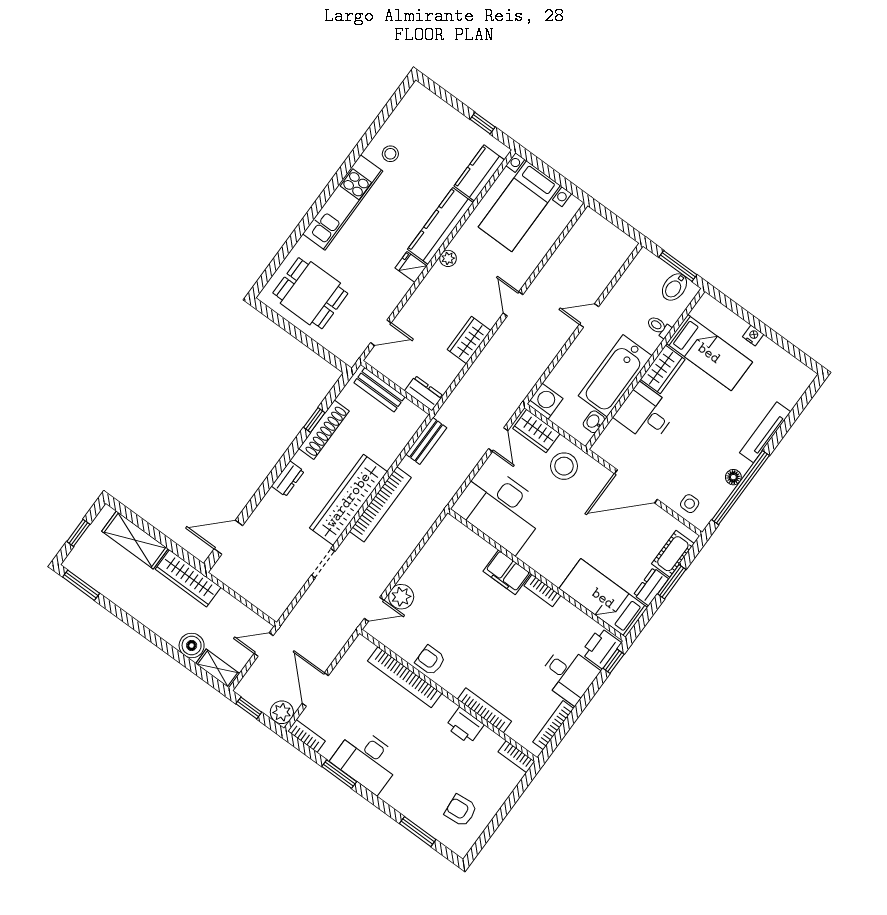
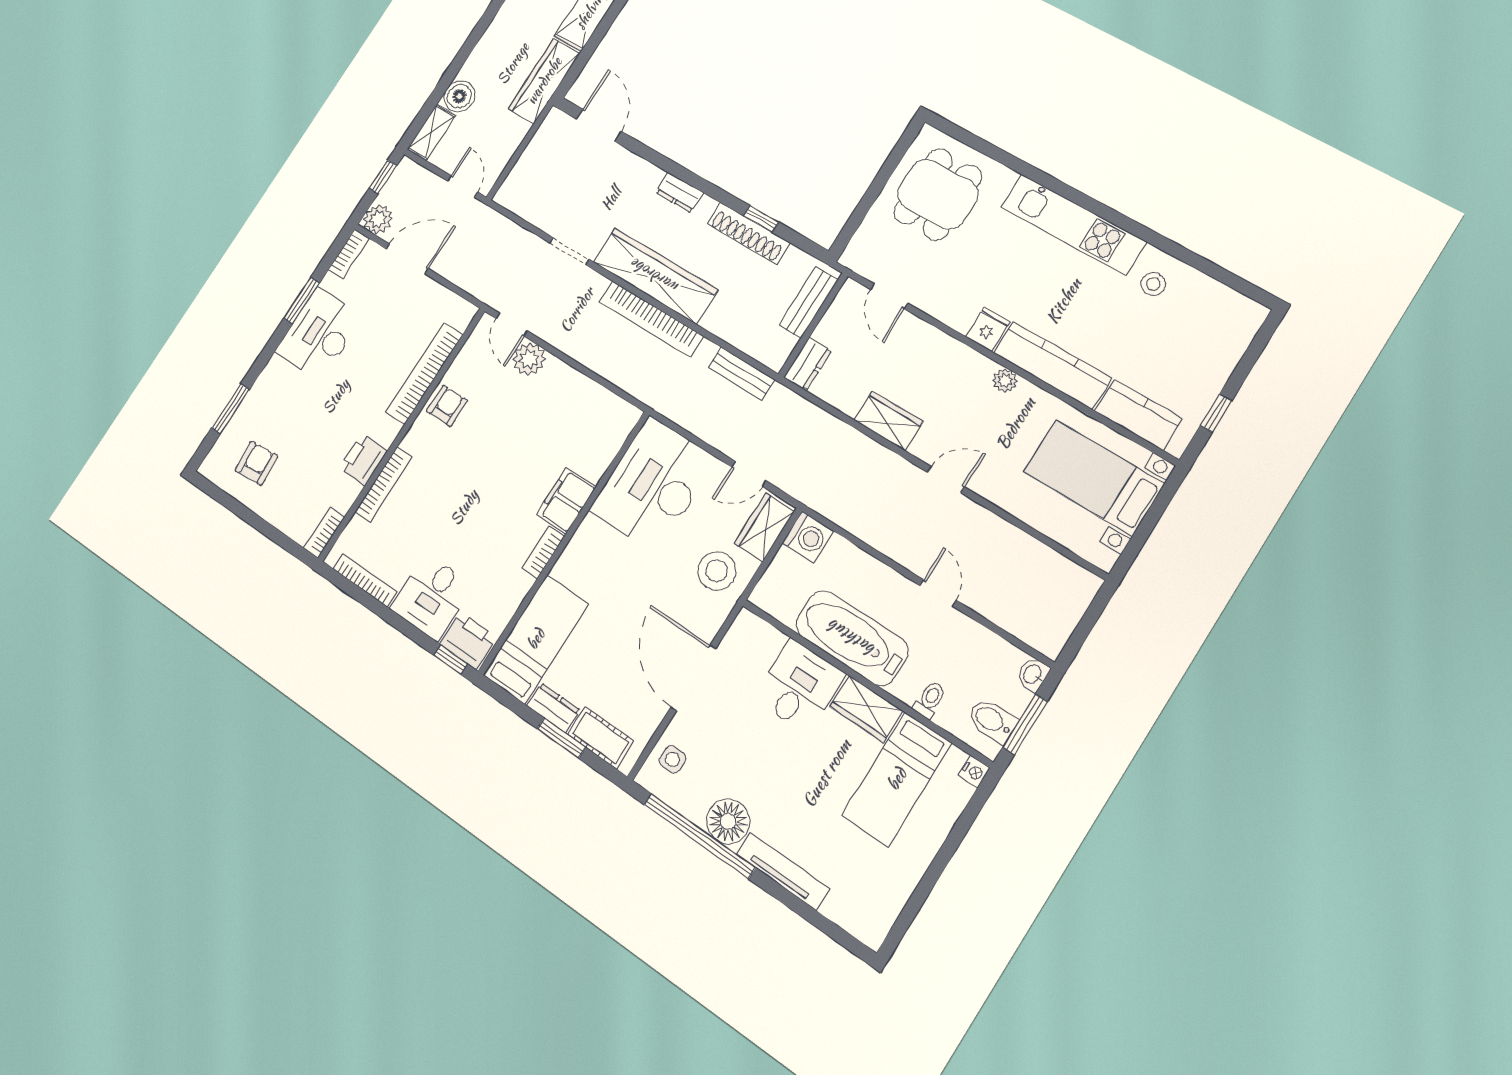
nightstand: (753, 336) -> (974, 772), moved
washbasin: (594, 422) -> (1033, 674), moved, turned -90
floor lamp: (733, 477) -> (728, 821), width x1.89, depth x1.89

